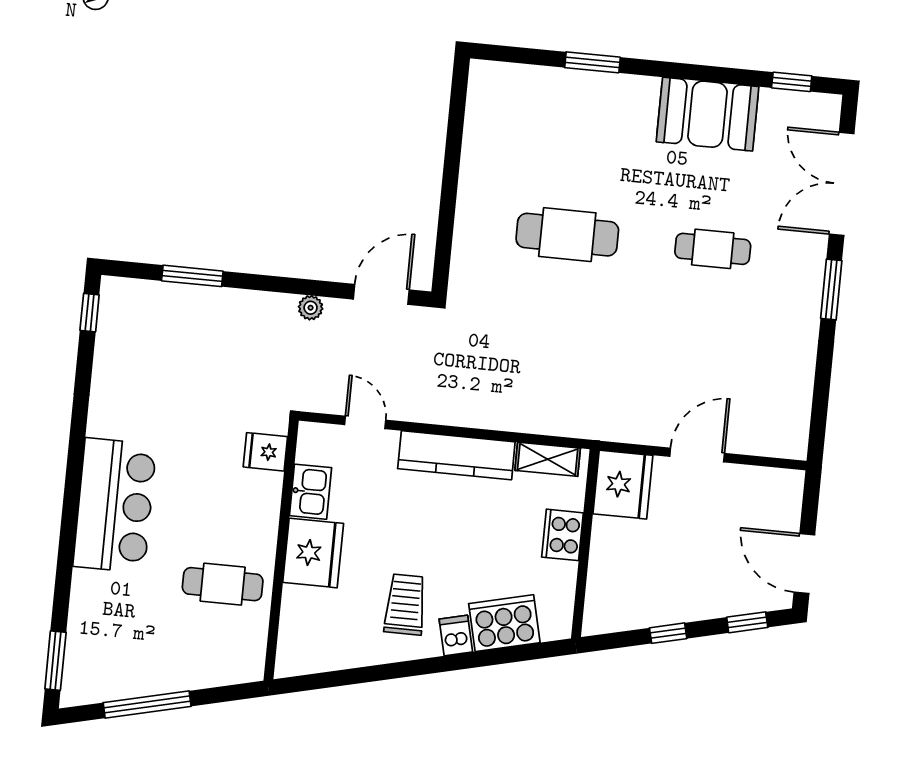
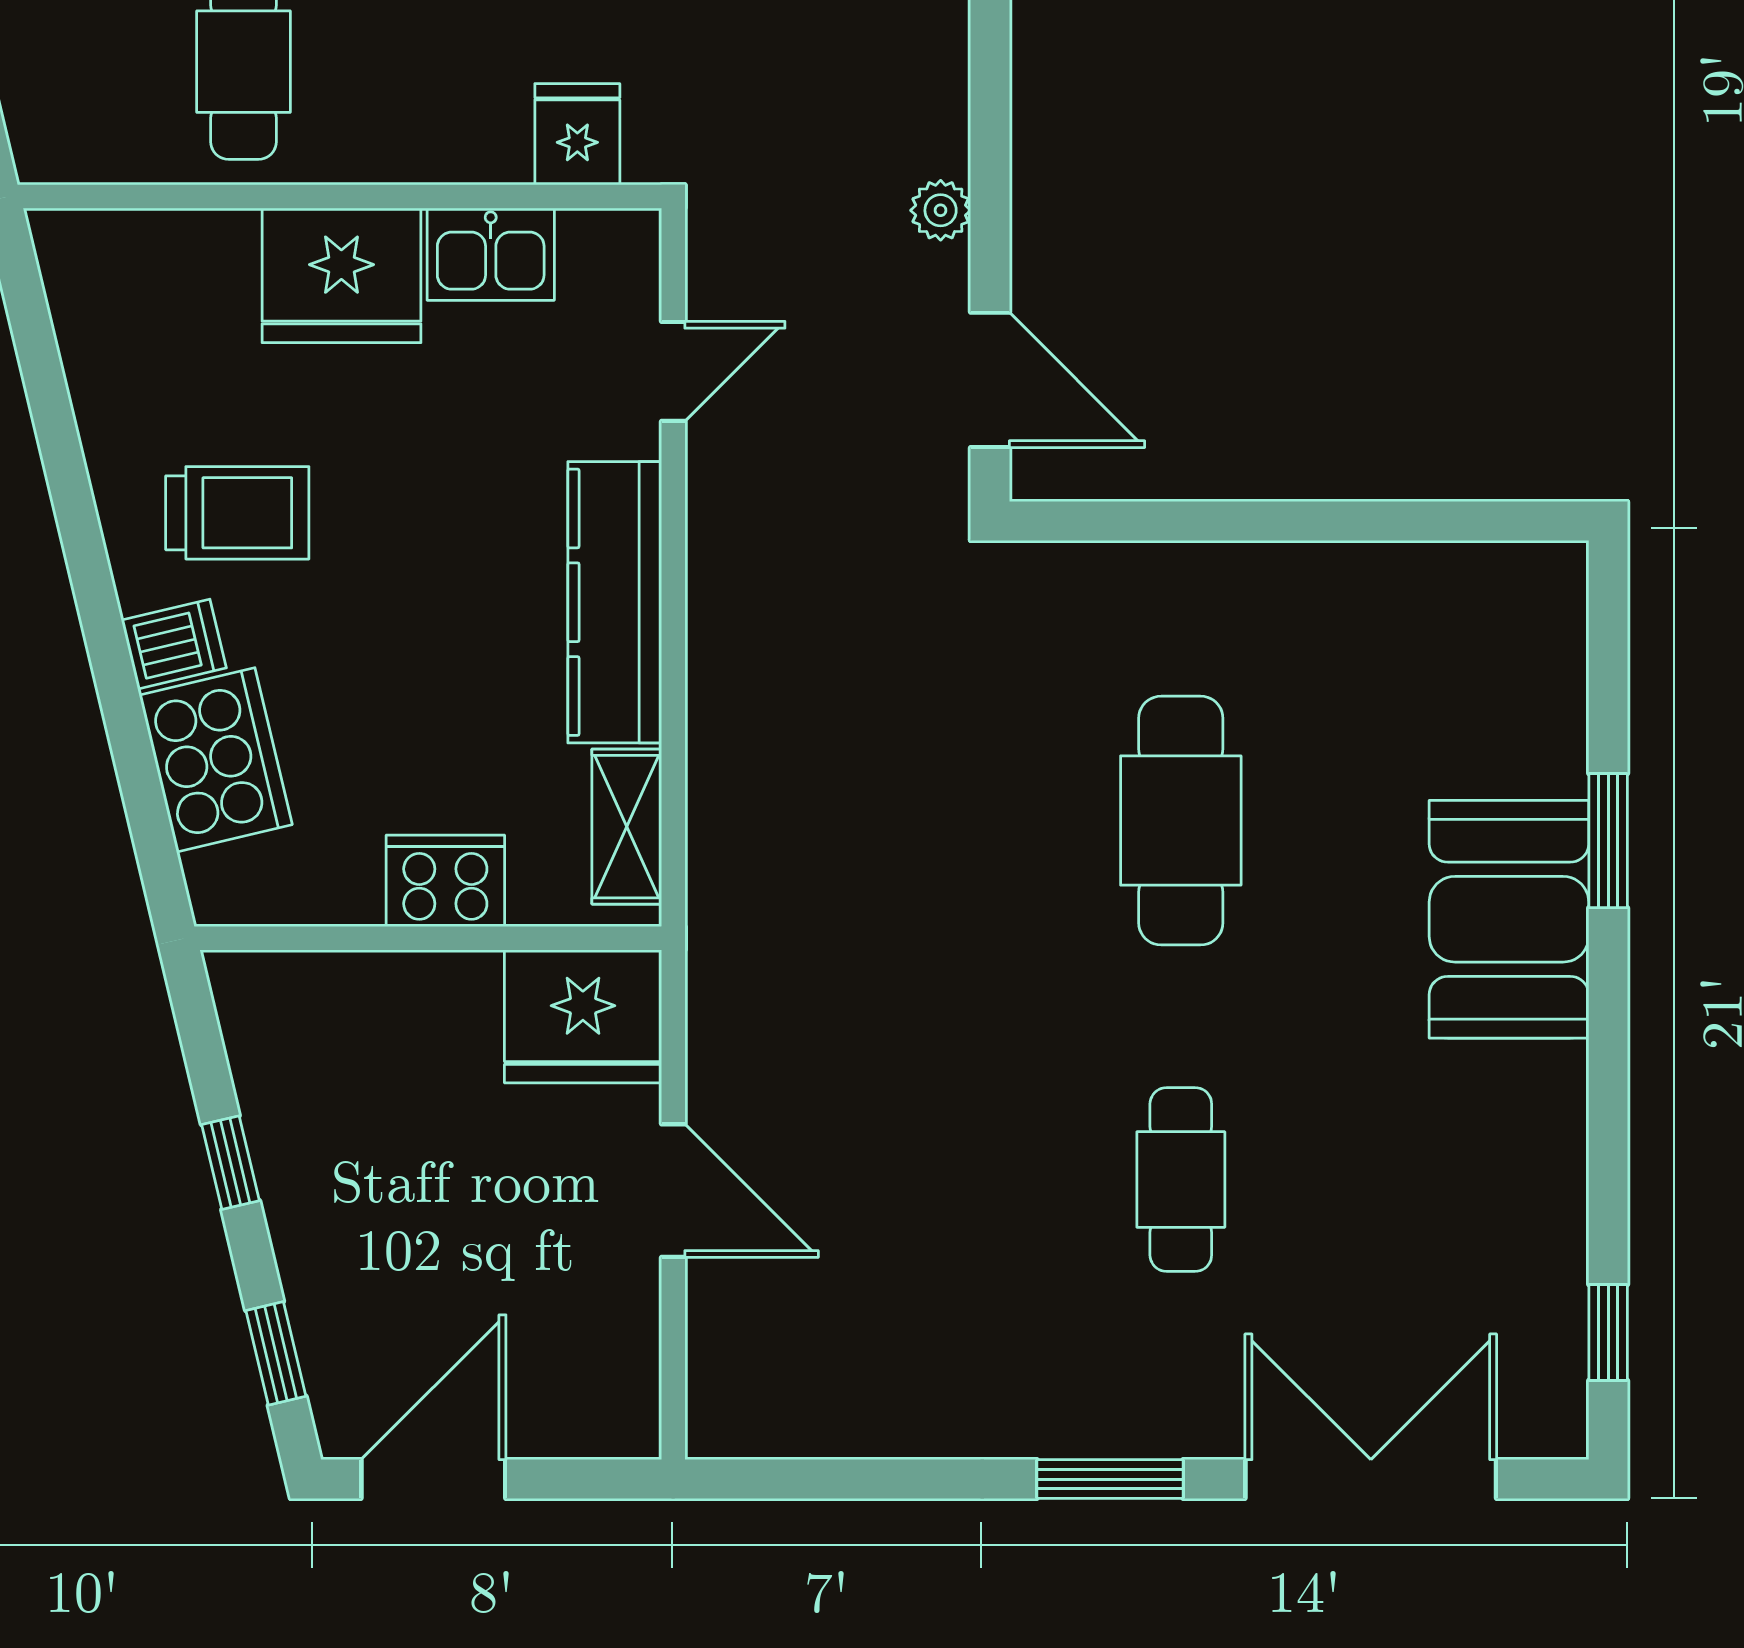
booth: (708, 114) -> (1509, 919), moved

